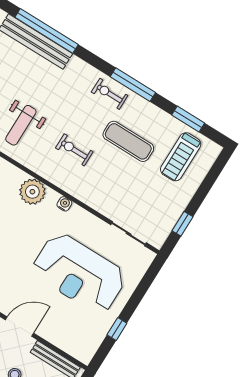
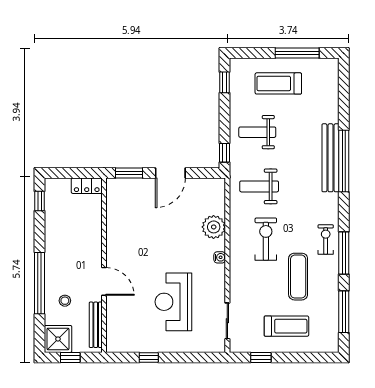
window: (188, 119) -> (344, 312), width x1.44
exercise bike: (74, 150) -> (266, 239), width x1.38, depth x1.39
treadmill: (181, 157) -> (286, 326), moved, turned 180
reception desk: (79, 273) -> (173, 302), width x0.74, depth x0.77

